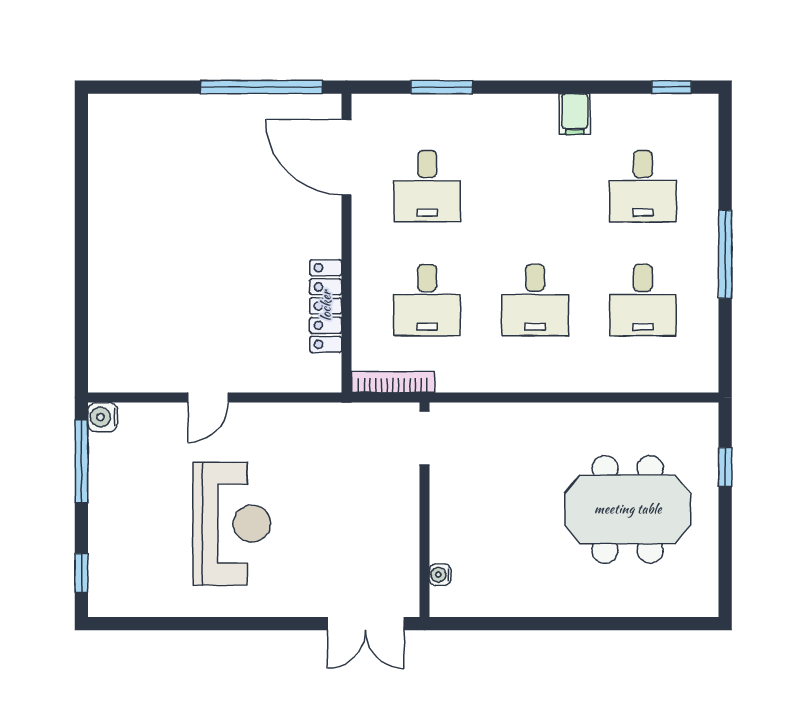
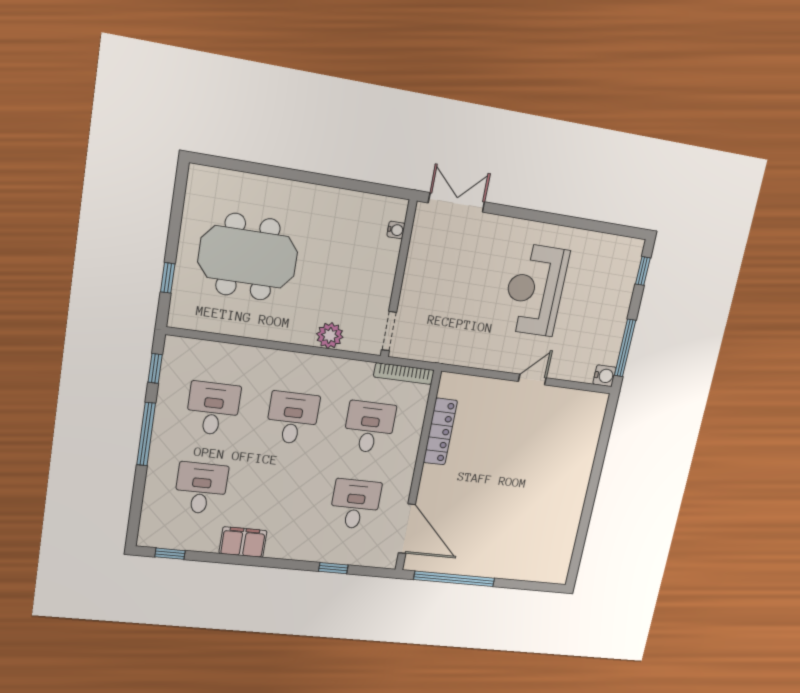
window: (442, 87) -> (333, 568), width x0.67
filing cabinet: (575, 114) -> (243, 542), width x2.00
window: (725, 345) -> (155, 368), added
plant: (504, 421) -> (330, 336), added

